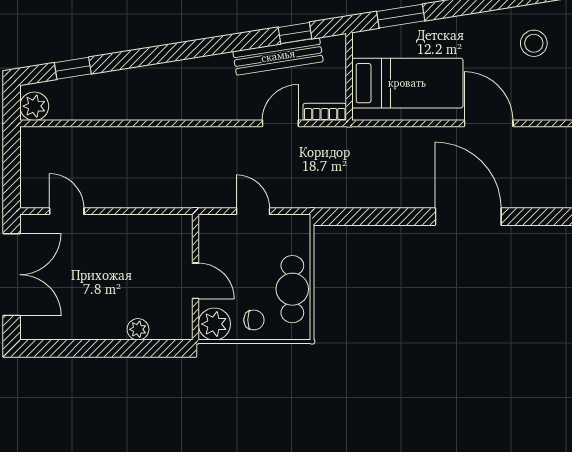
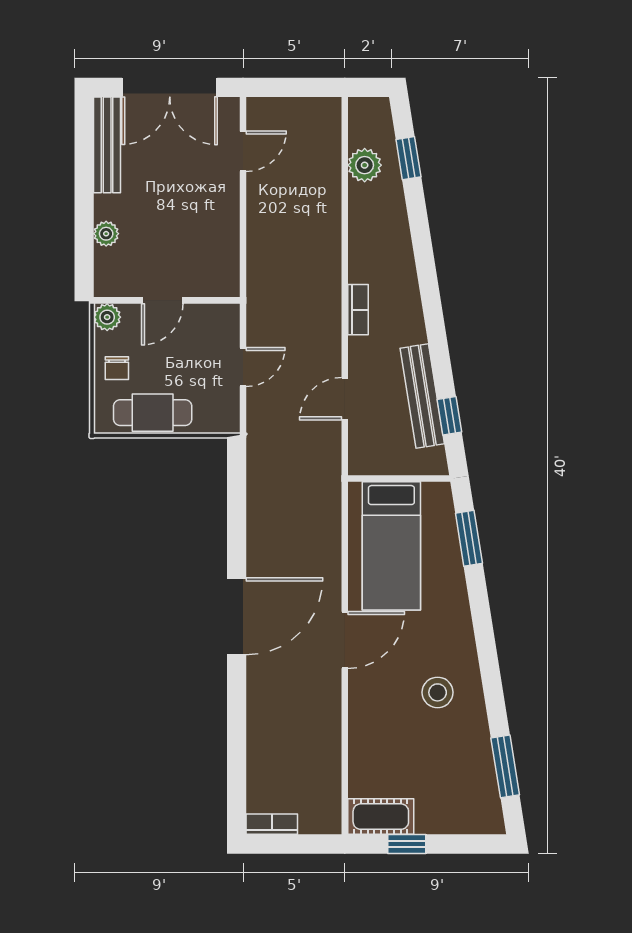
plant: (34, 106) -> (365, 165), moved
bookcase: (325, 112) -> (358, 310), moved
door: (280, 123) -> (345, 399), swing flipped
plant: (214, 324) -> (107, 317), width x0.73, depth x0.73
bench: (61, 329) -> (107, 145), added

